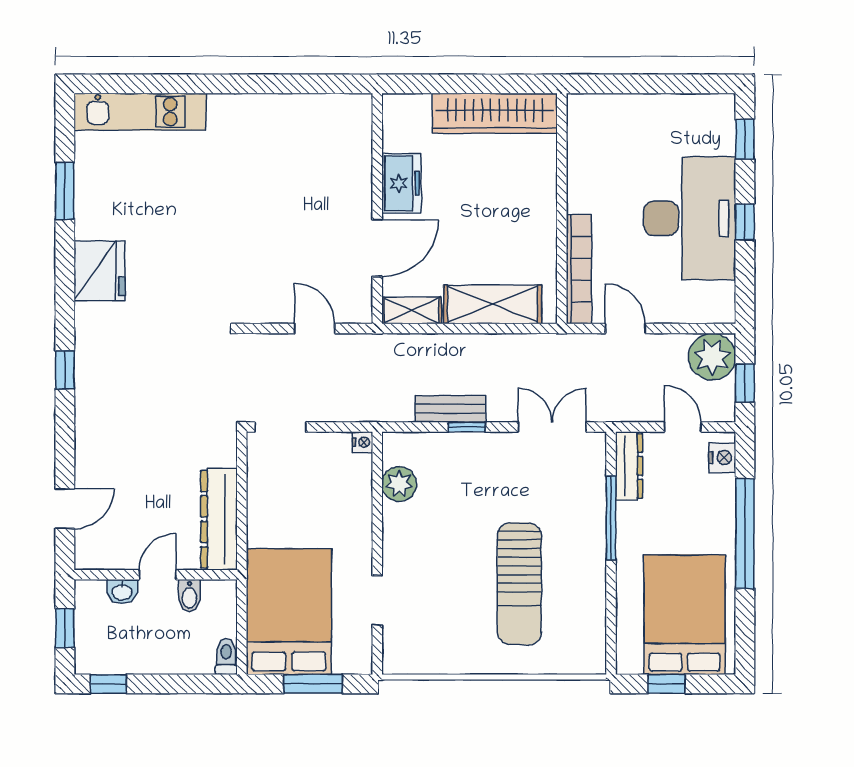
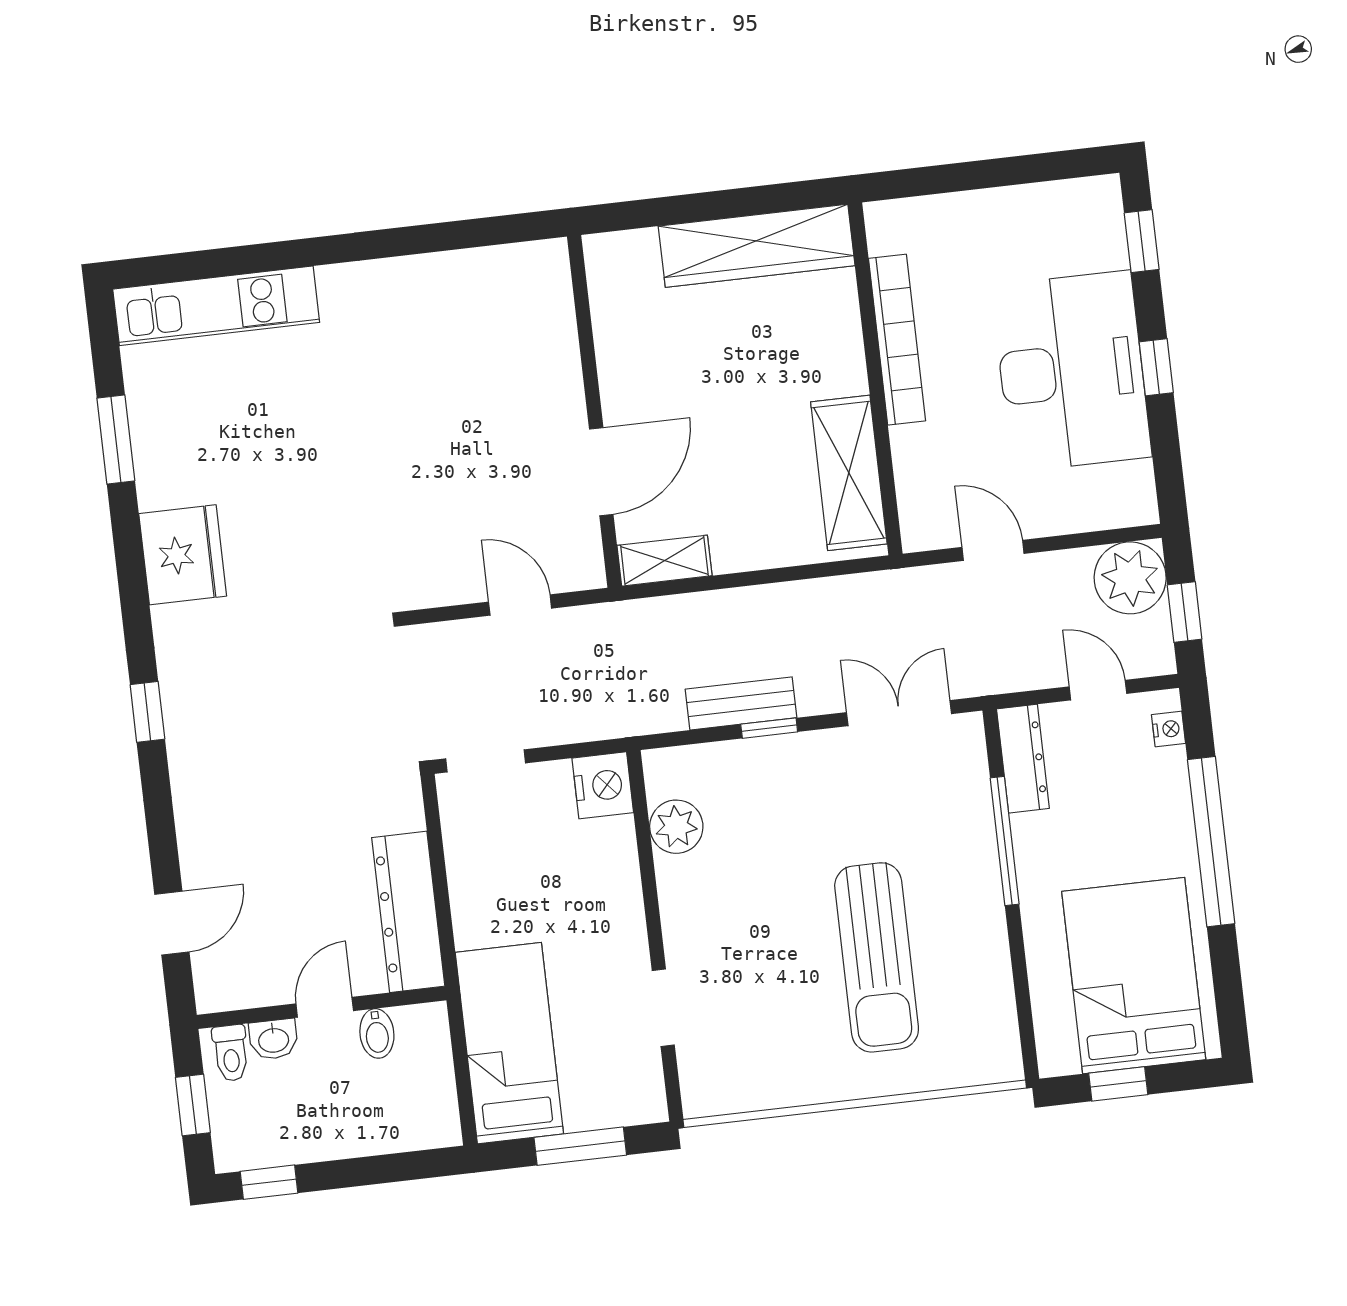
freezer: (401, 183) -> (627, 369), removed
bookcase: (579, 269) -> (897, 340), moved
shelving: (493, 304) -> (849, 473), moved, turned 90
nightstand: (363, 442) -> (603, 785), width x1.89, depth x1.79
nightstand: (722, 458) -> (1168, 729), width x0.72, depth x0.74
bed: (289, 612) -> (509, 1043), width x0.67
toilet: (226, 657) -> (231, 1053), moved, turned 180

